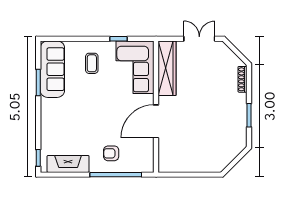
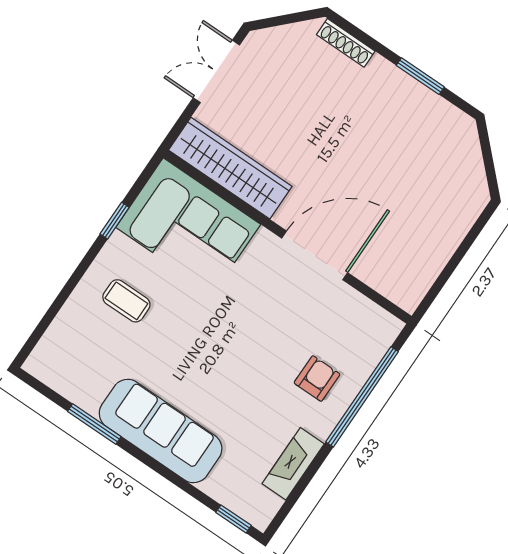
sofa: (52, 69) -> (161, 431), moved
door: (156, 121) -> (315, 255), swing flipped
armchair: (111, 153) -> (317, 379), turned 180
fireplace: (68, 164) -> (293, 464), width x0.73, depth x0.76

